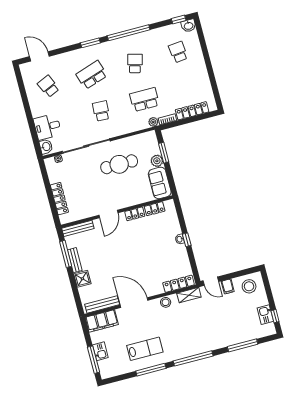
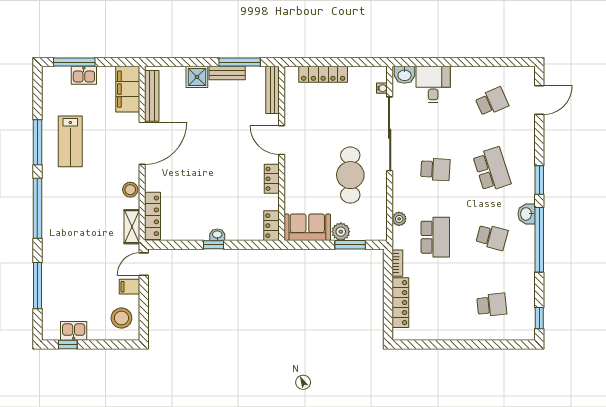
washbasin: (189, 26) -> (527, 214), moved
plant: (153, 122) -> (399, 219), moved
locker: (155, 209) -> (272, 226), moved

